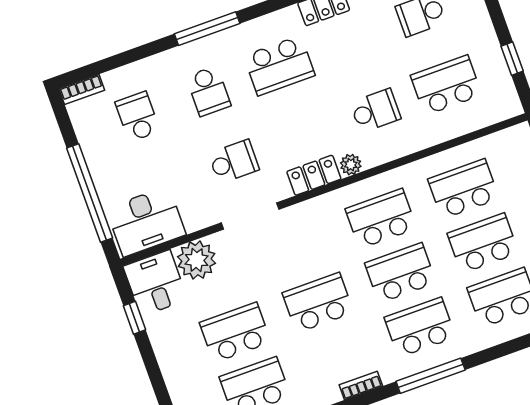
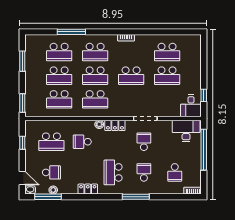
school desk: (279, 66) -> (113, 172), turned -90
school desk: (234, 162) -> (144, 142), turned 90
plant: (197, 260) -> (172, 109), removed
window: (431, 376) -> (71, 32), moved

